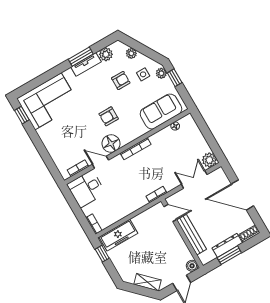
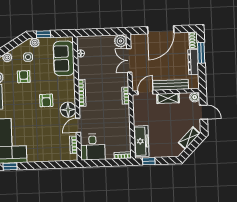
shelving: (177, 239) -> (168, 98), added
window: (229, 255) -> (201, 53), moved

